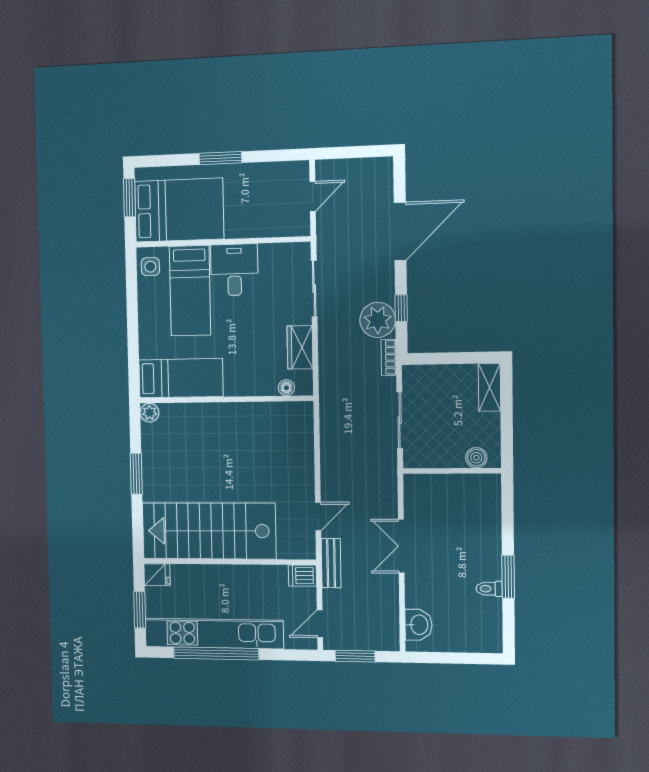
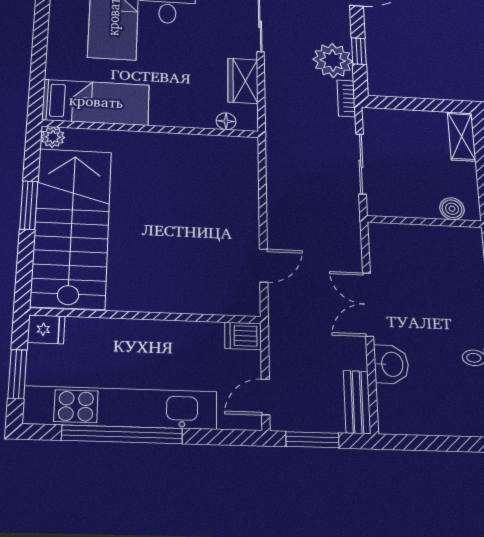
stairs: (209, 531) -> (72, 227), moved, turned 90
bench: (331, 563) -> (357, 402), moved
washbasin: (419, 625) -> (391, 364), moved

